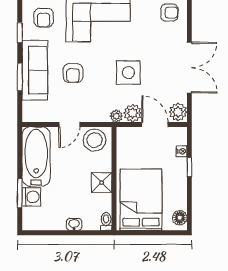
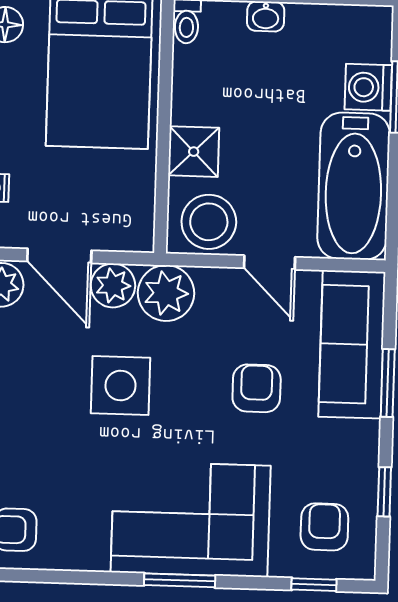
sofa: (35, 70) -> (352, 344), moved
plant: (116, 116) -> (166, 293), width x1.88, depth x1.88
door: (69, 124) -> (269, 262), swing flipped
shower: (102, 183) -> (194, 152), moved

